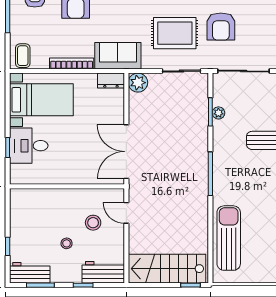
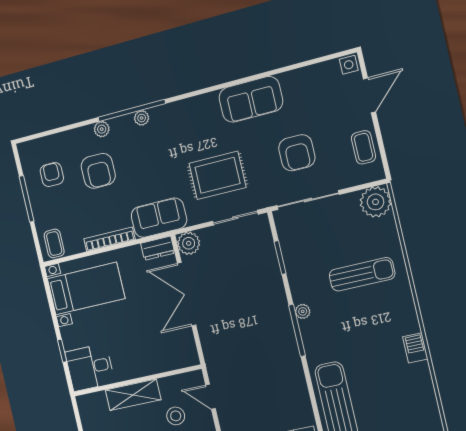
armchair: (221, 27) -> (297, 153), moved
plant: (218, 113) -> (303, 311), moved
desk: (29, 146) -> (90, 367), moved
double door: (126, 152) -> (187, 294), moved
shelving: (61, 198) -> (133, 395), added

